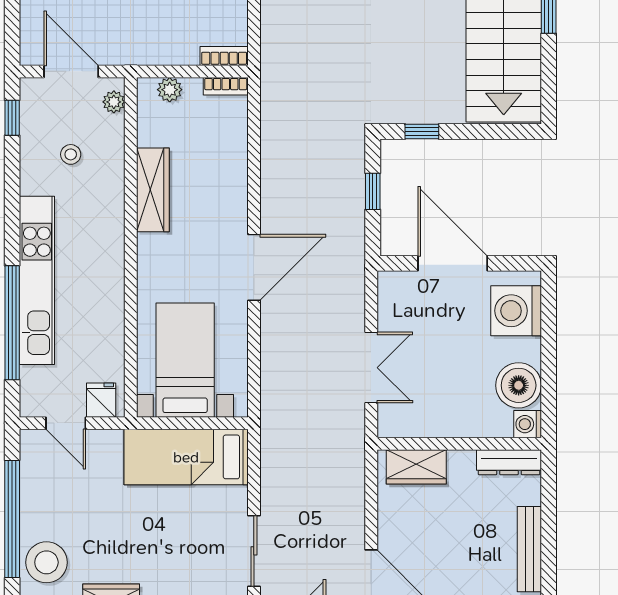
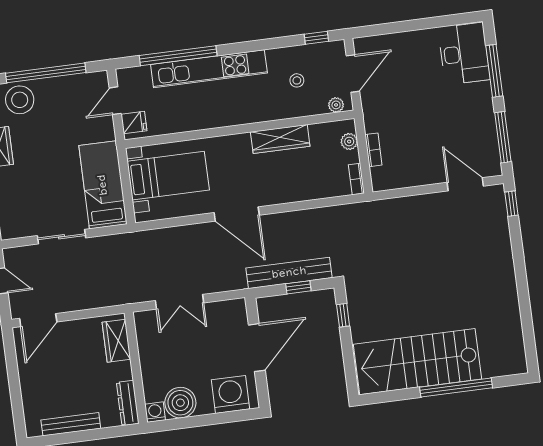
bookcase: (224, 56) -> (373, 150), moved
bench: (350, 202) -> (289, 273), added
sliding door: (254, 551) -> (62, 237), moved

